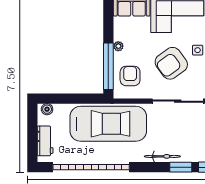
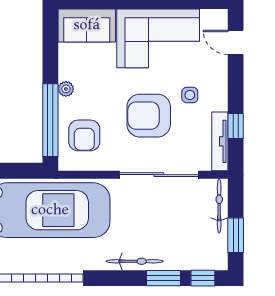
armchair: (171, 63) -> (149, 116), turned 36
armchair: (130, 76) -> (84, 135), turned 180

